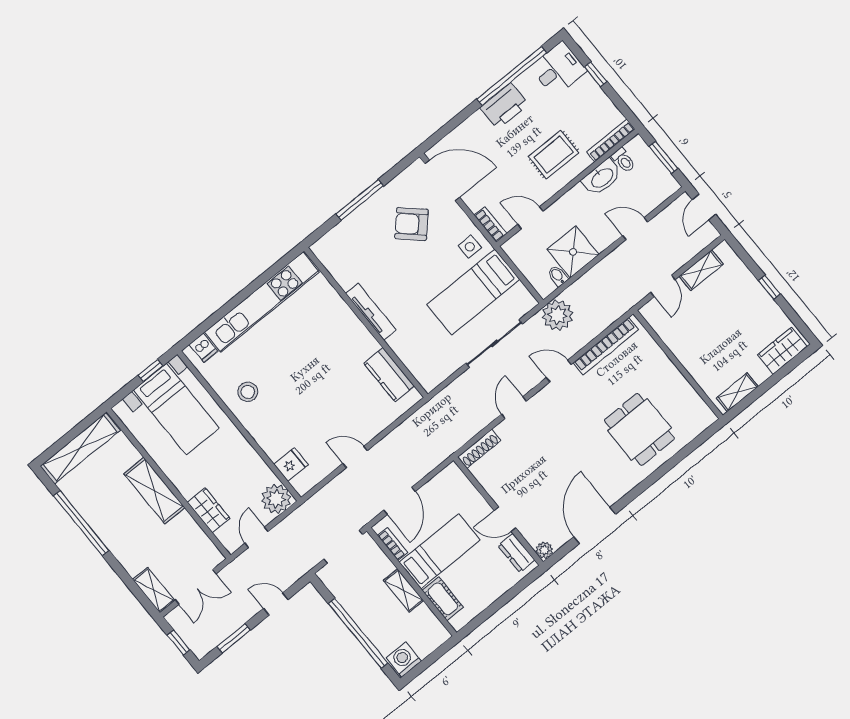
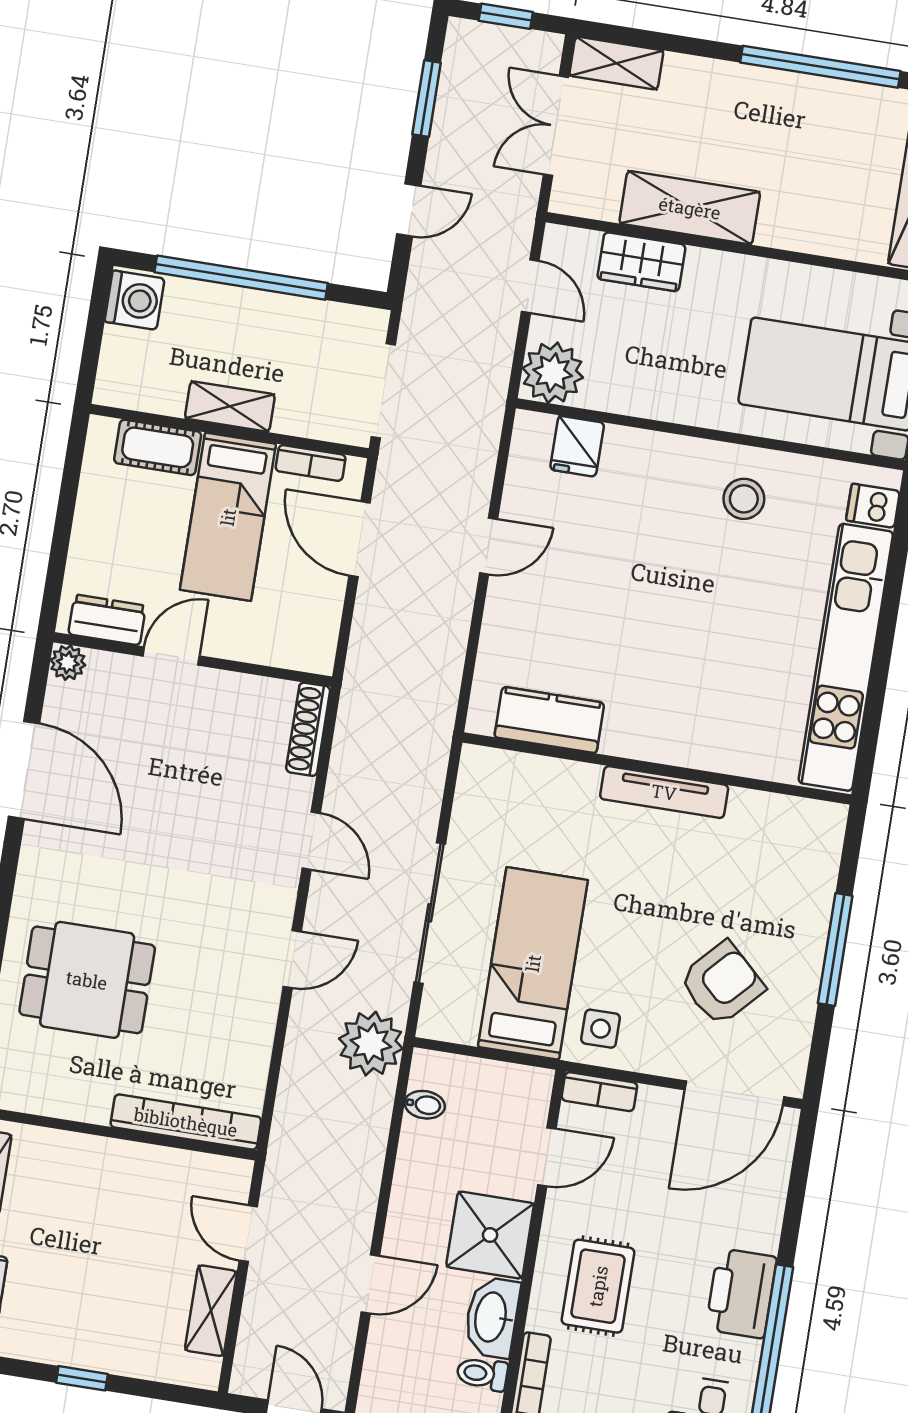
shower: (573, 252) -> (490, 1235), moved
bookcase: (606, 346) -> (186, 1122), moved, turned 90
shelving: (154, 491) -> (690, 208), moved

